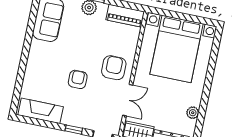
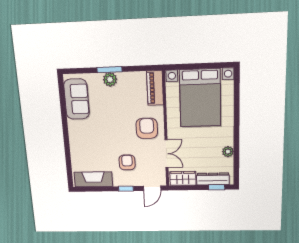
piano: (125, 16) -> (155, 88), moved, turned 90
armchair: (78, 79) -> (127, 162), moved

